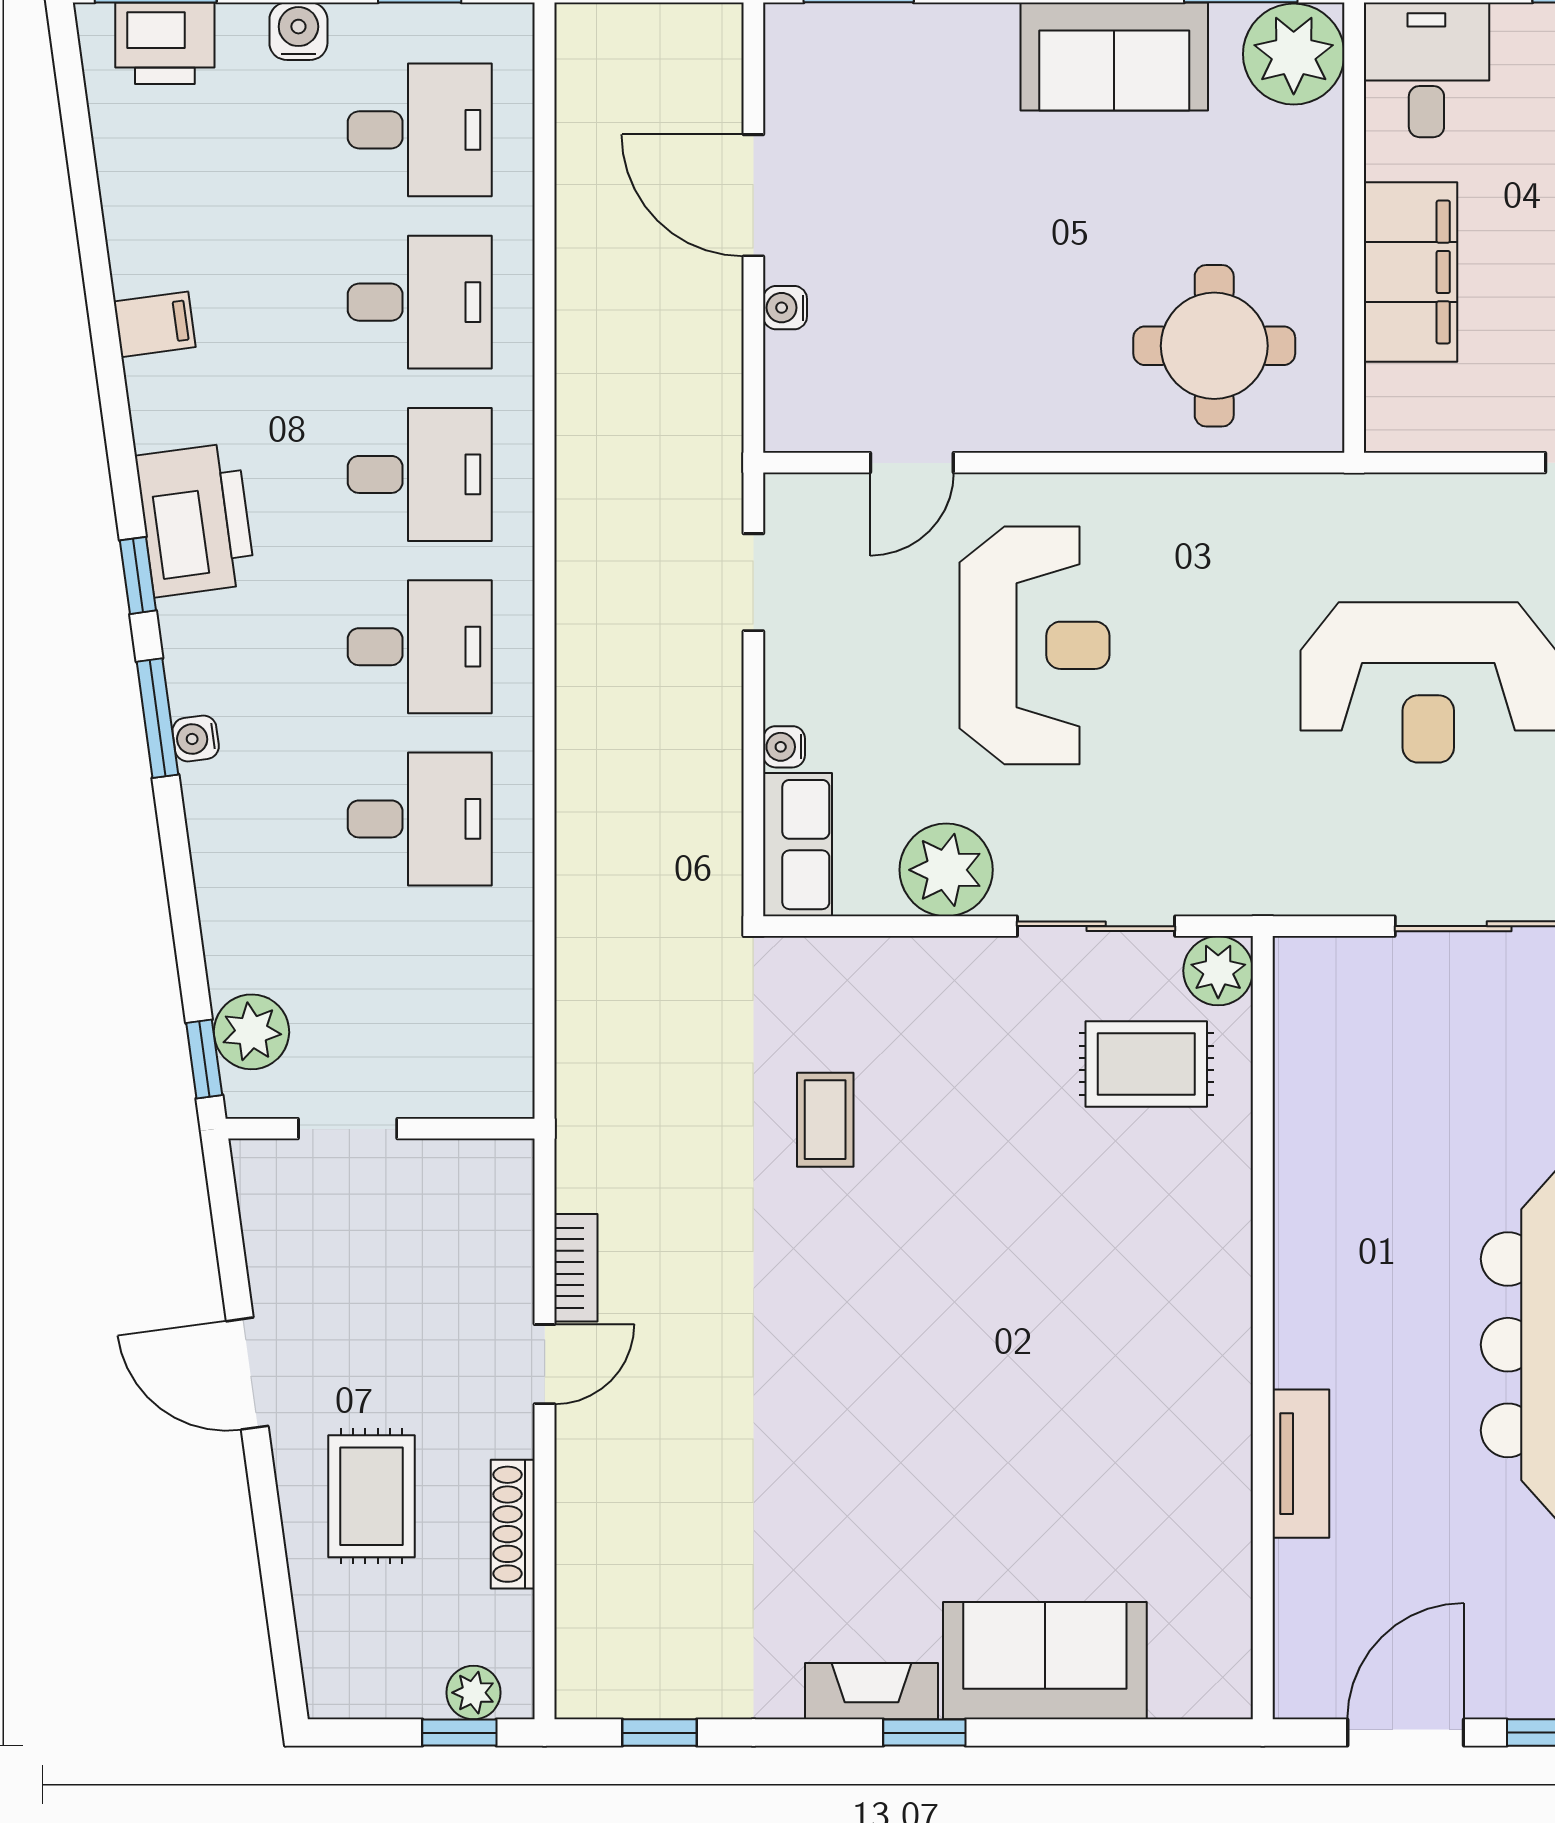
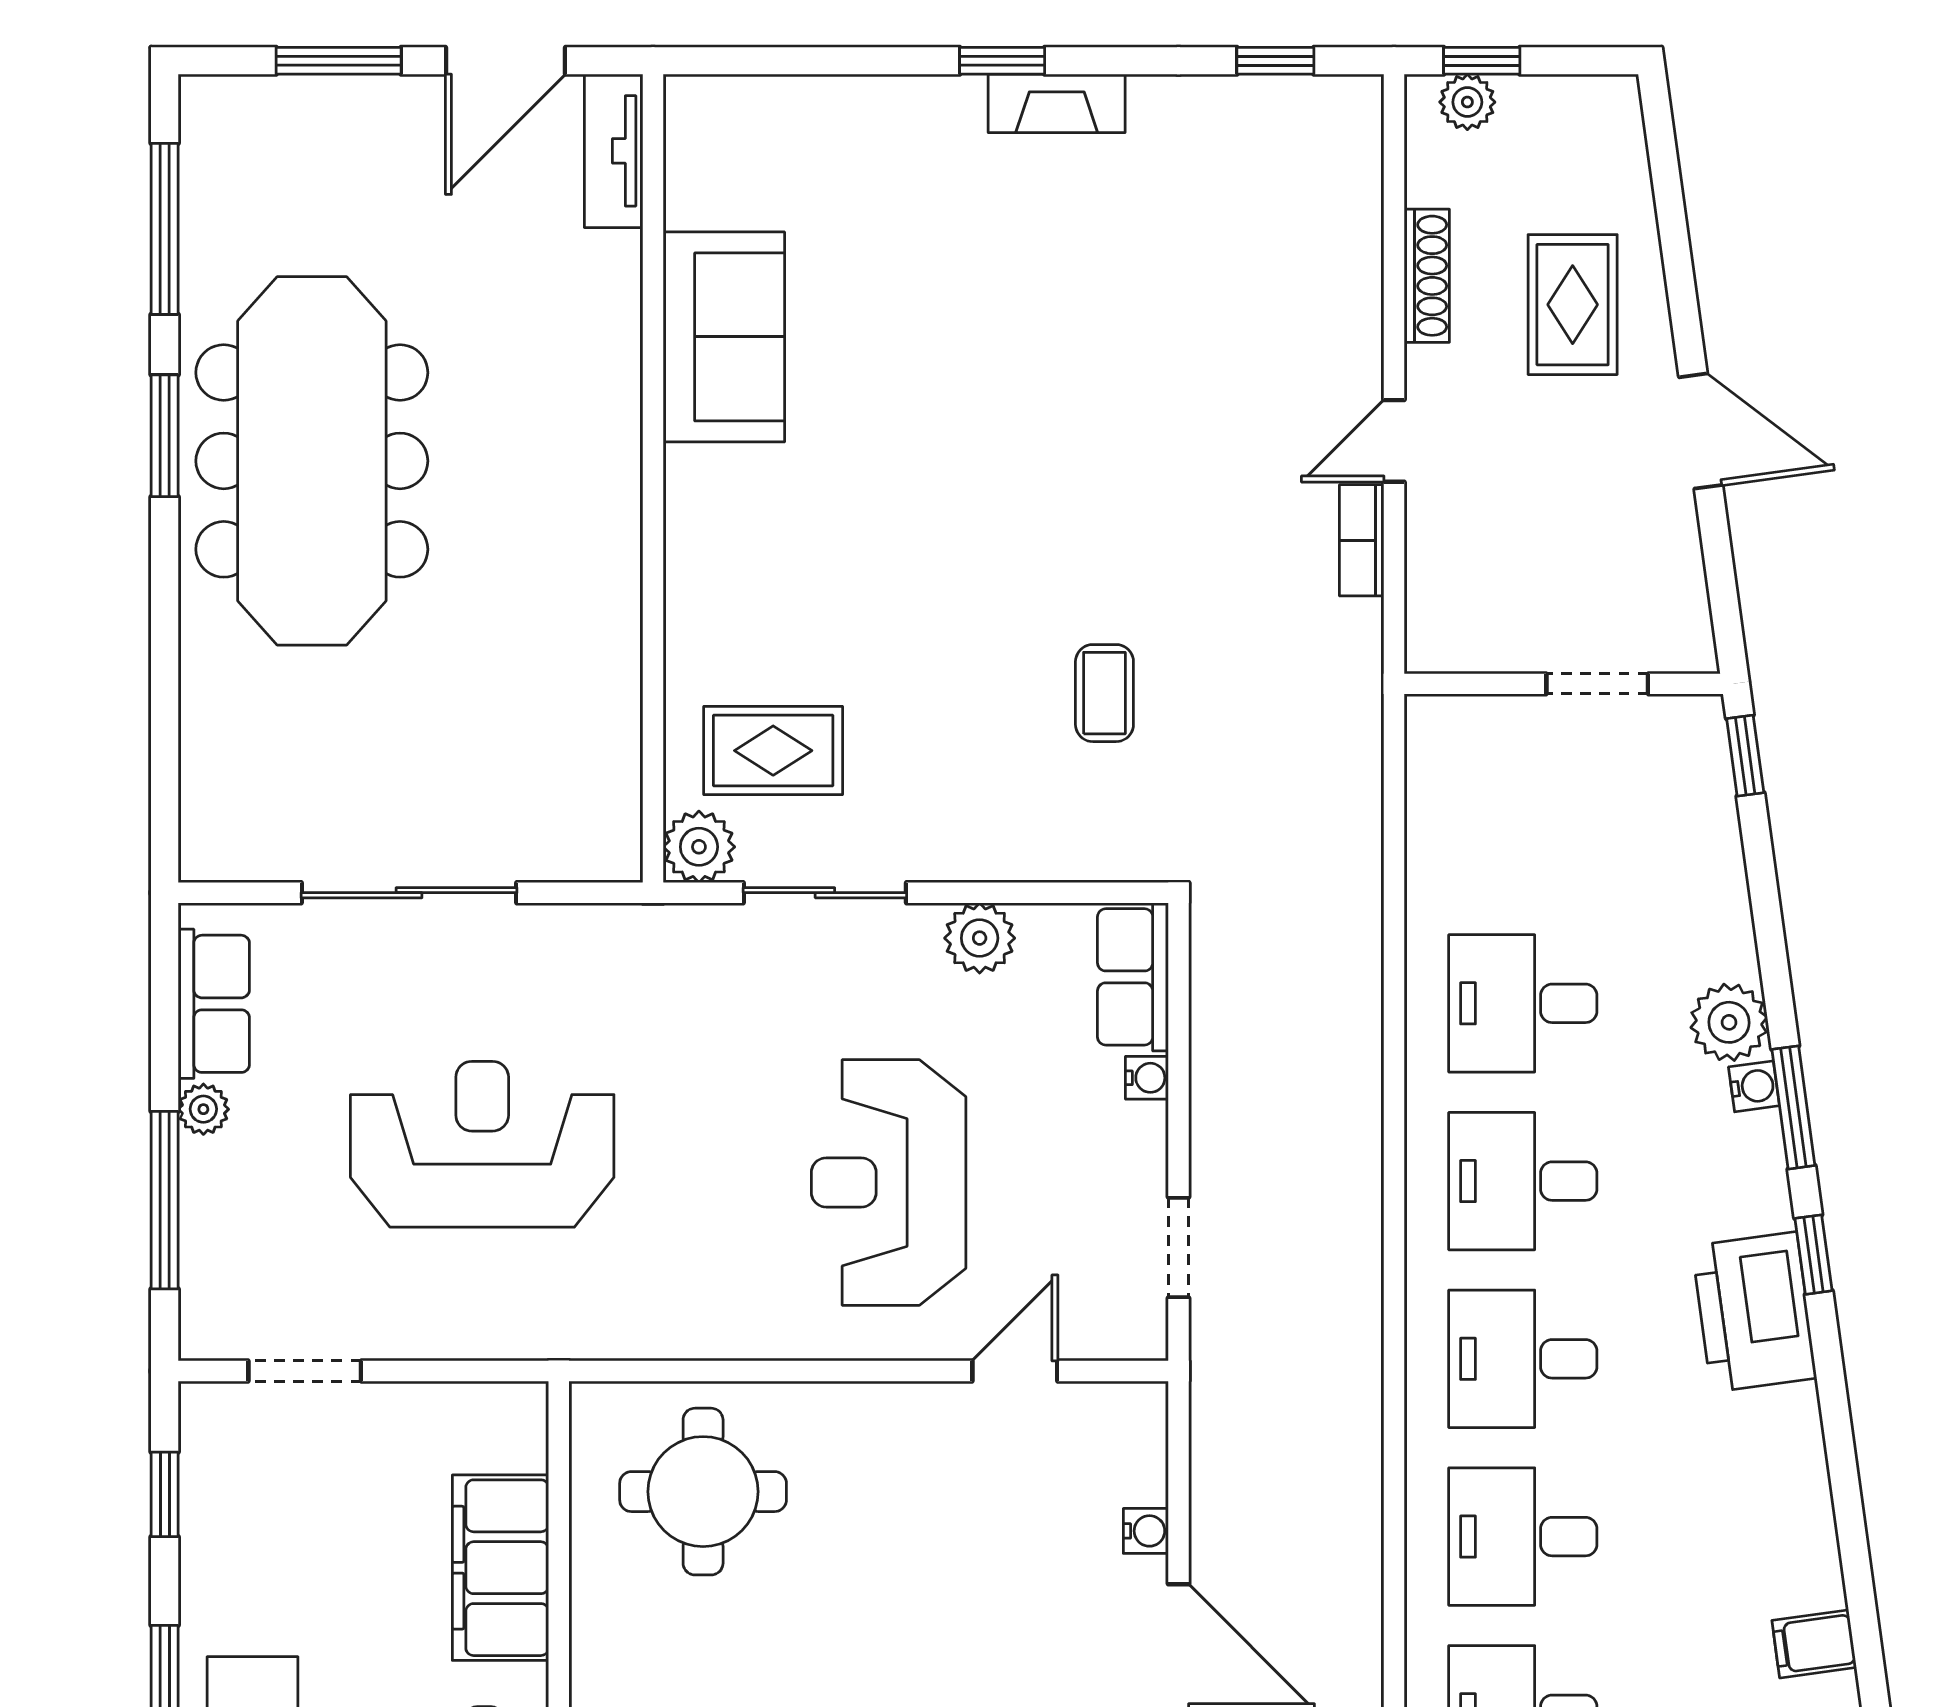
filing cabinet: (155, 324) -> (1814, 1644), moved
plant: (946, 870) -> (980, 938), width x0.73, depth x0.73
plant: (252, 1032) -> (1729, 1022), moved
tv unit: (1301, 1464) -> (614, 151), moved
sofa: (1045, 1661) -> (724, 337), moved, turned -90

